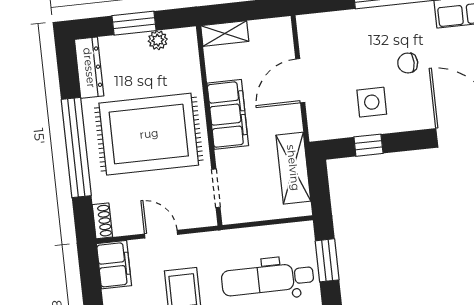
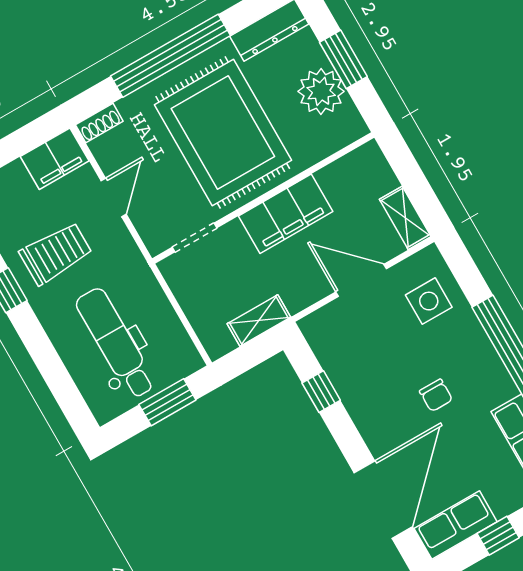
shelving: (225, 34) -> (405, 218), moved
plant: (158, 40) -> (321, 91), width x1.87, depth x1.87
chair: (408, 63) -> (436, 395), turned 180
side table: (372, 102) -> (429, 301), moved
shelving: (293, 168) -> (259, 320), width x0.67, depth x0.75

